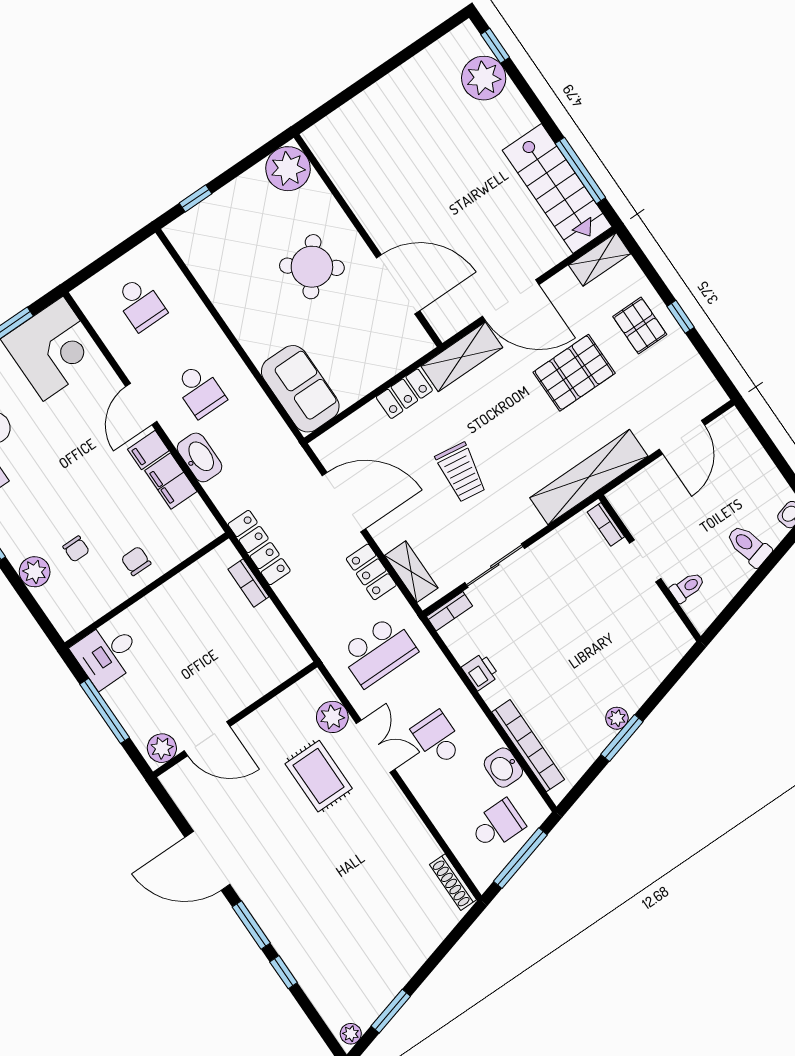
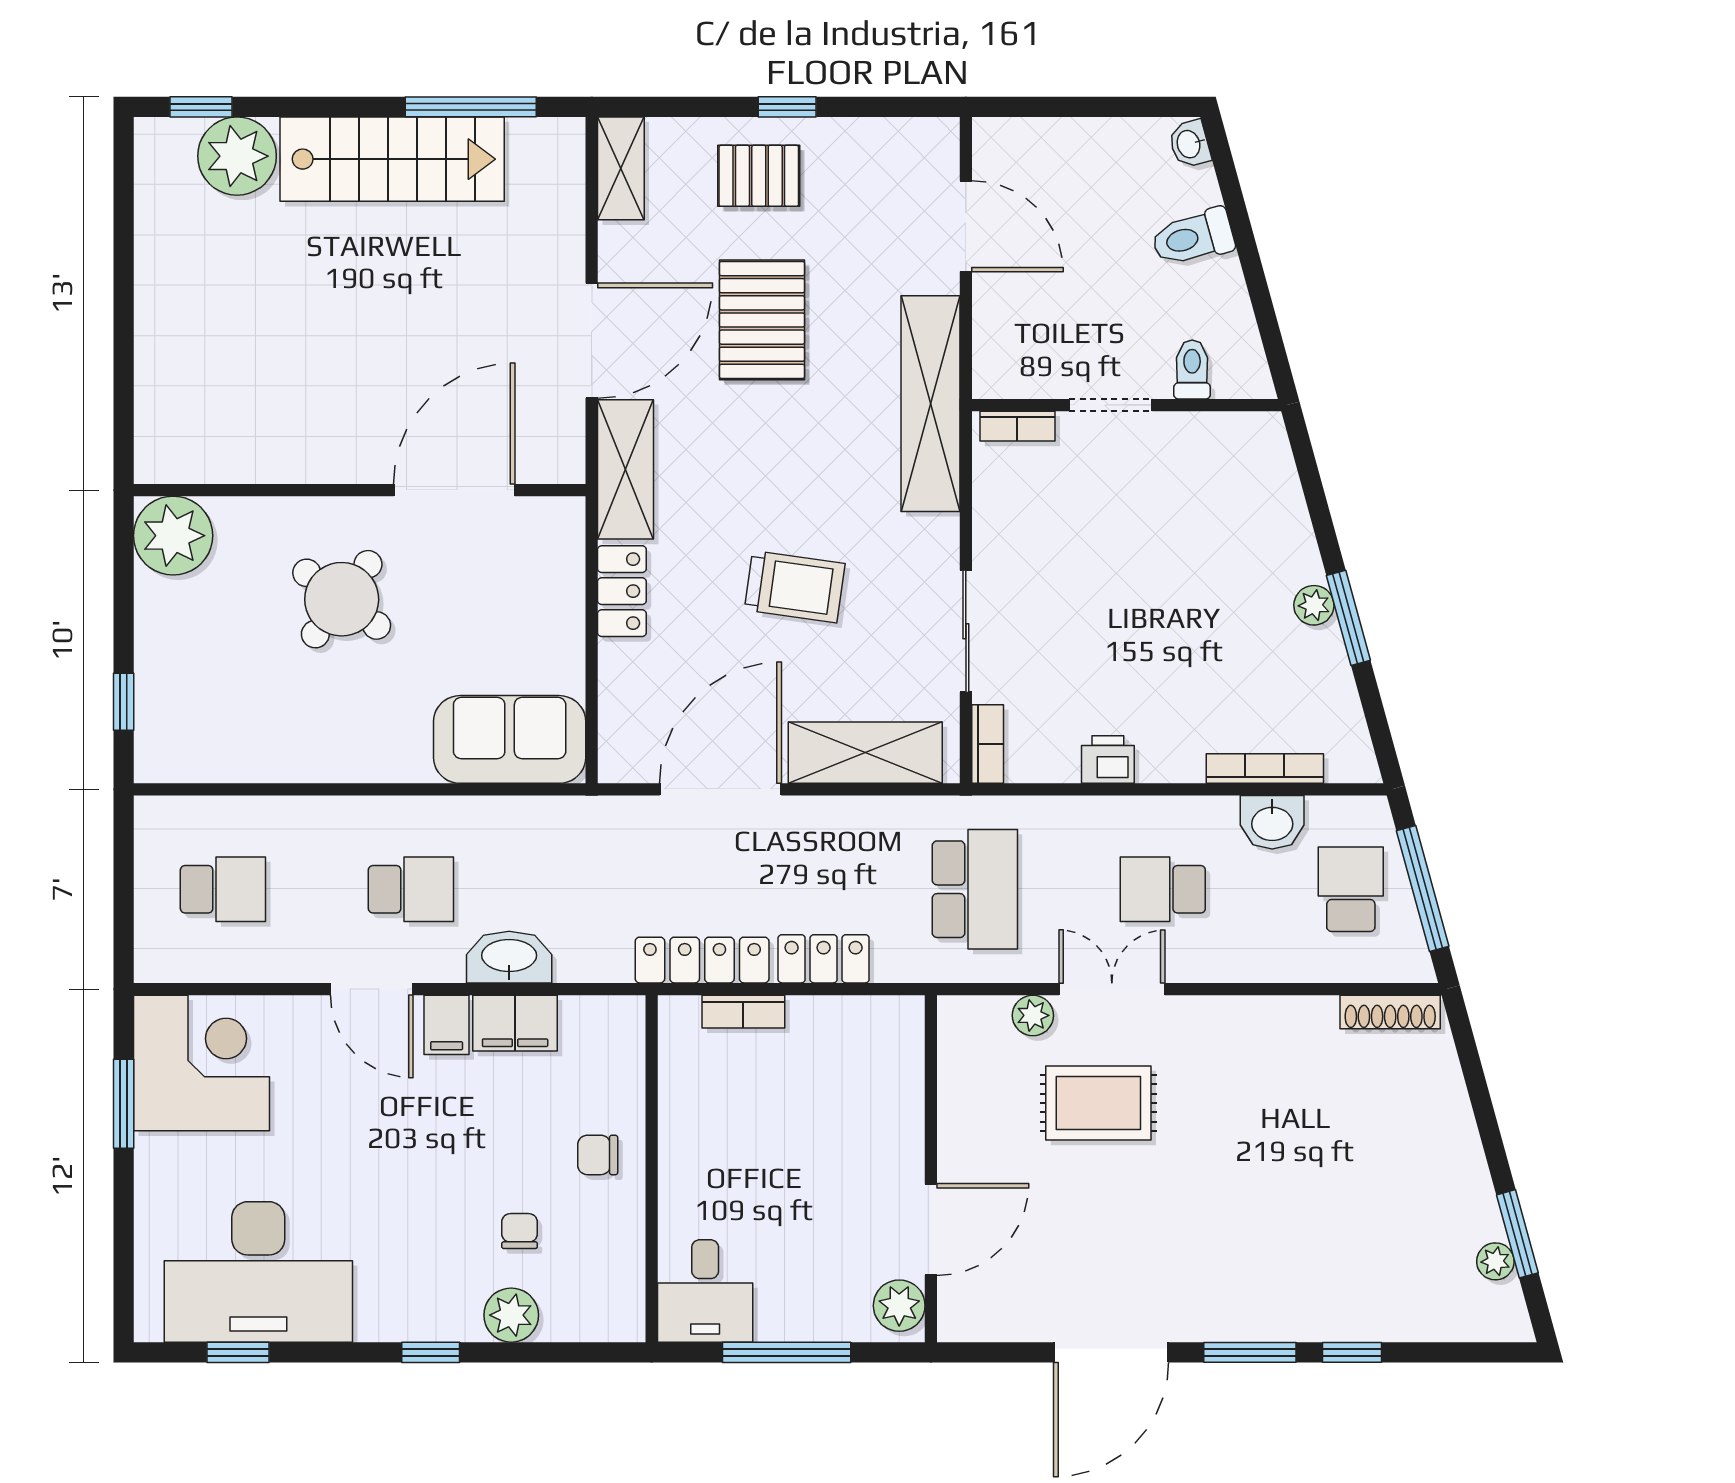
stairs: (557, 188) -> (392, 159), moved
chair: (76, 549) -> (520, 1231), turned -90
locker: (371, 572) -> (824, 959), moved, turned 180
shelving: (411, 572) -> (865, 753), width x1.50, depth x1.33
plant: (332, 717) -> (1033, 1015), width x0.73, depth x0.73
bookcase: (528, 746) -> (1265, 768), width x0.68, depth x0.76
plant: (351, 1034) -> (1495, 1261), moved

